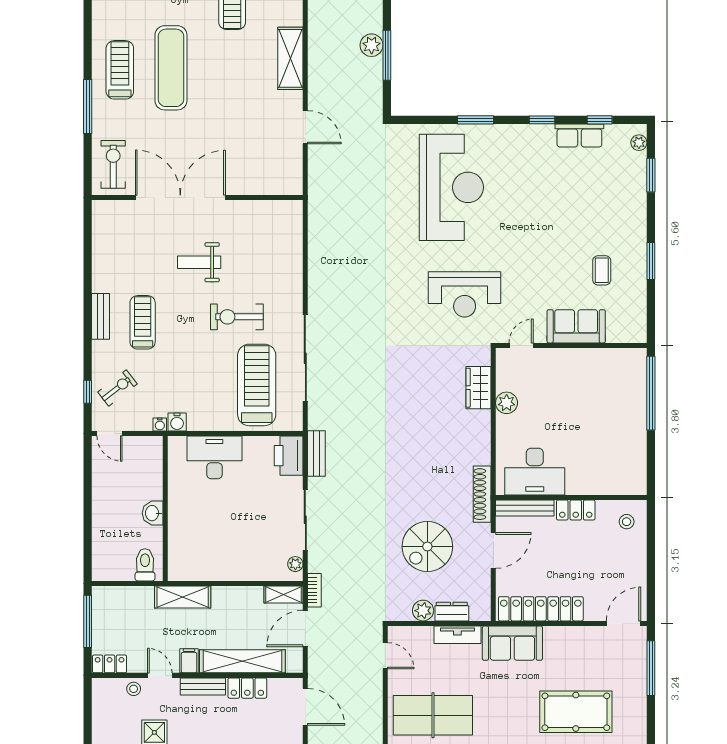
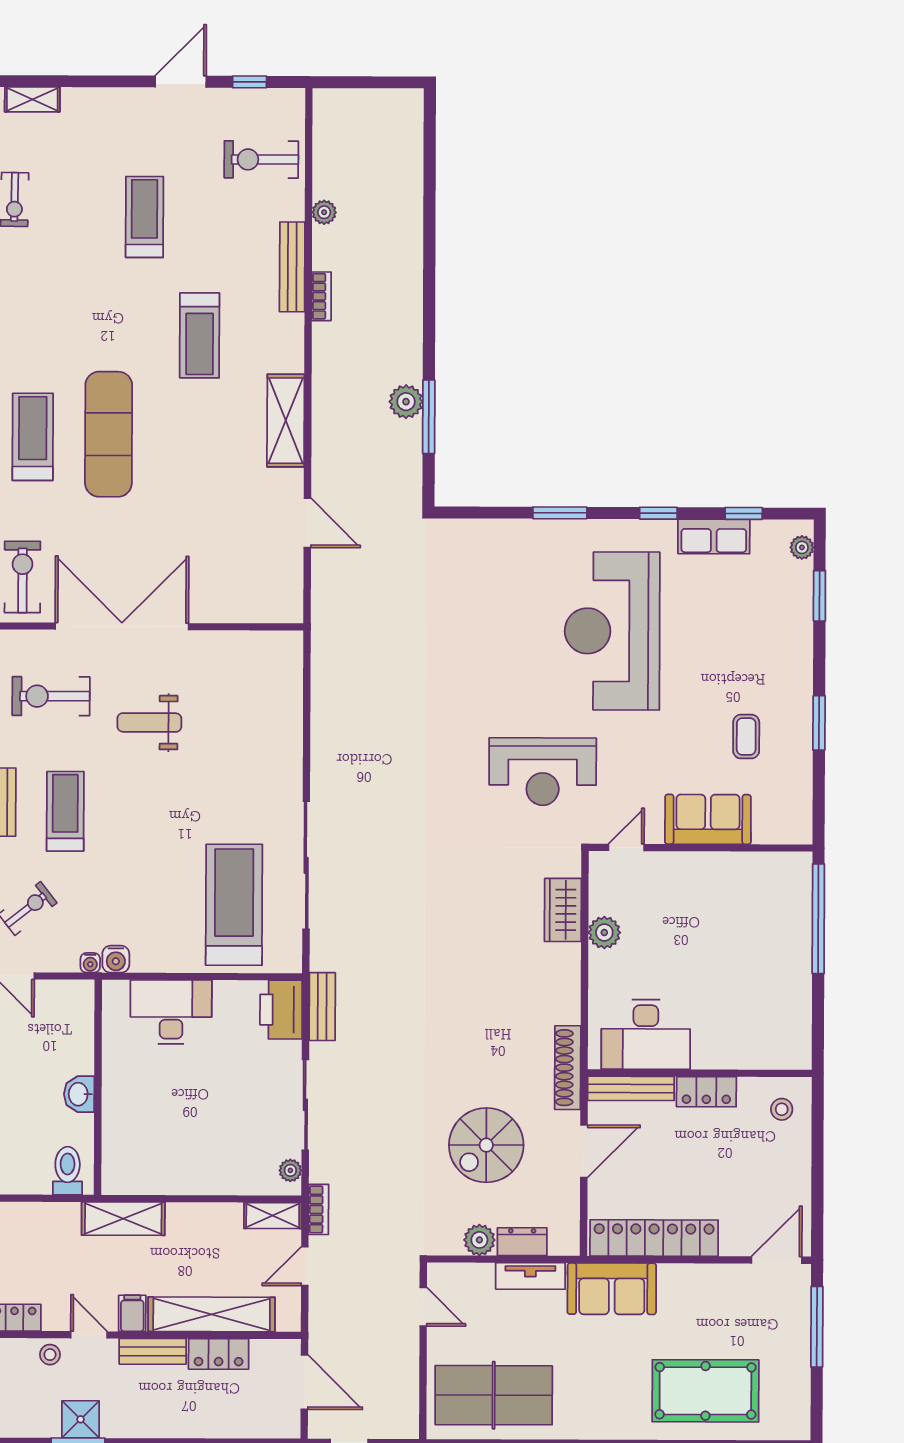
reception desk: (451, 187) -> (612, 631), moved, turned 180
exercise bike: (237, 317) -> (51, 696), moved
door: (305, 629) -> (305, 1266), width x0.73

